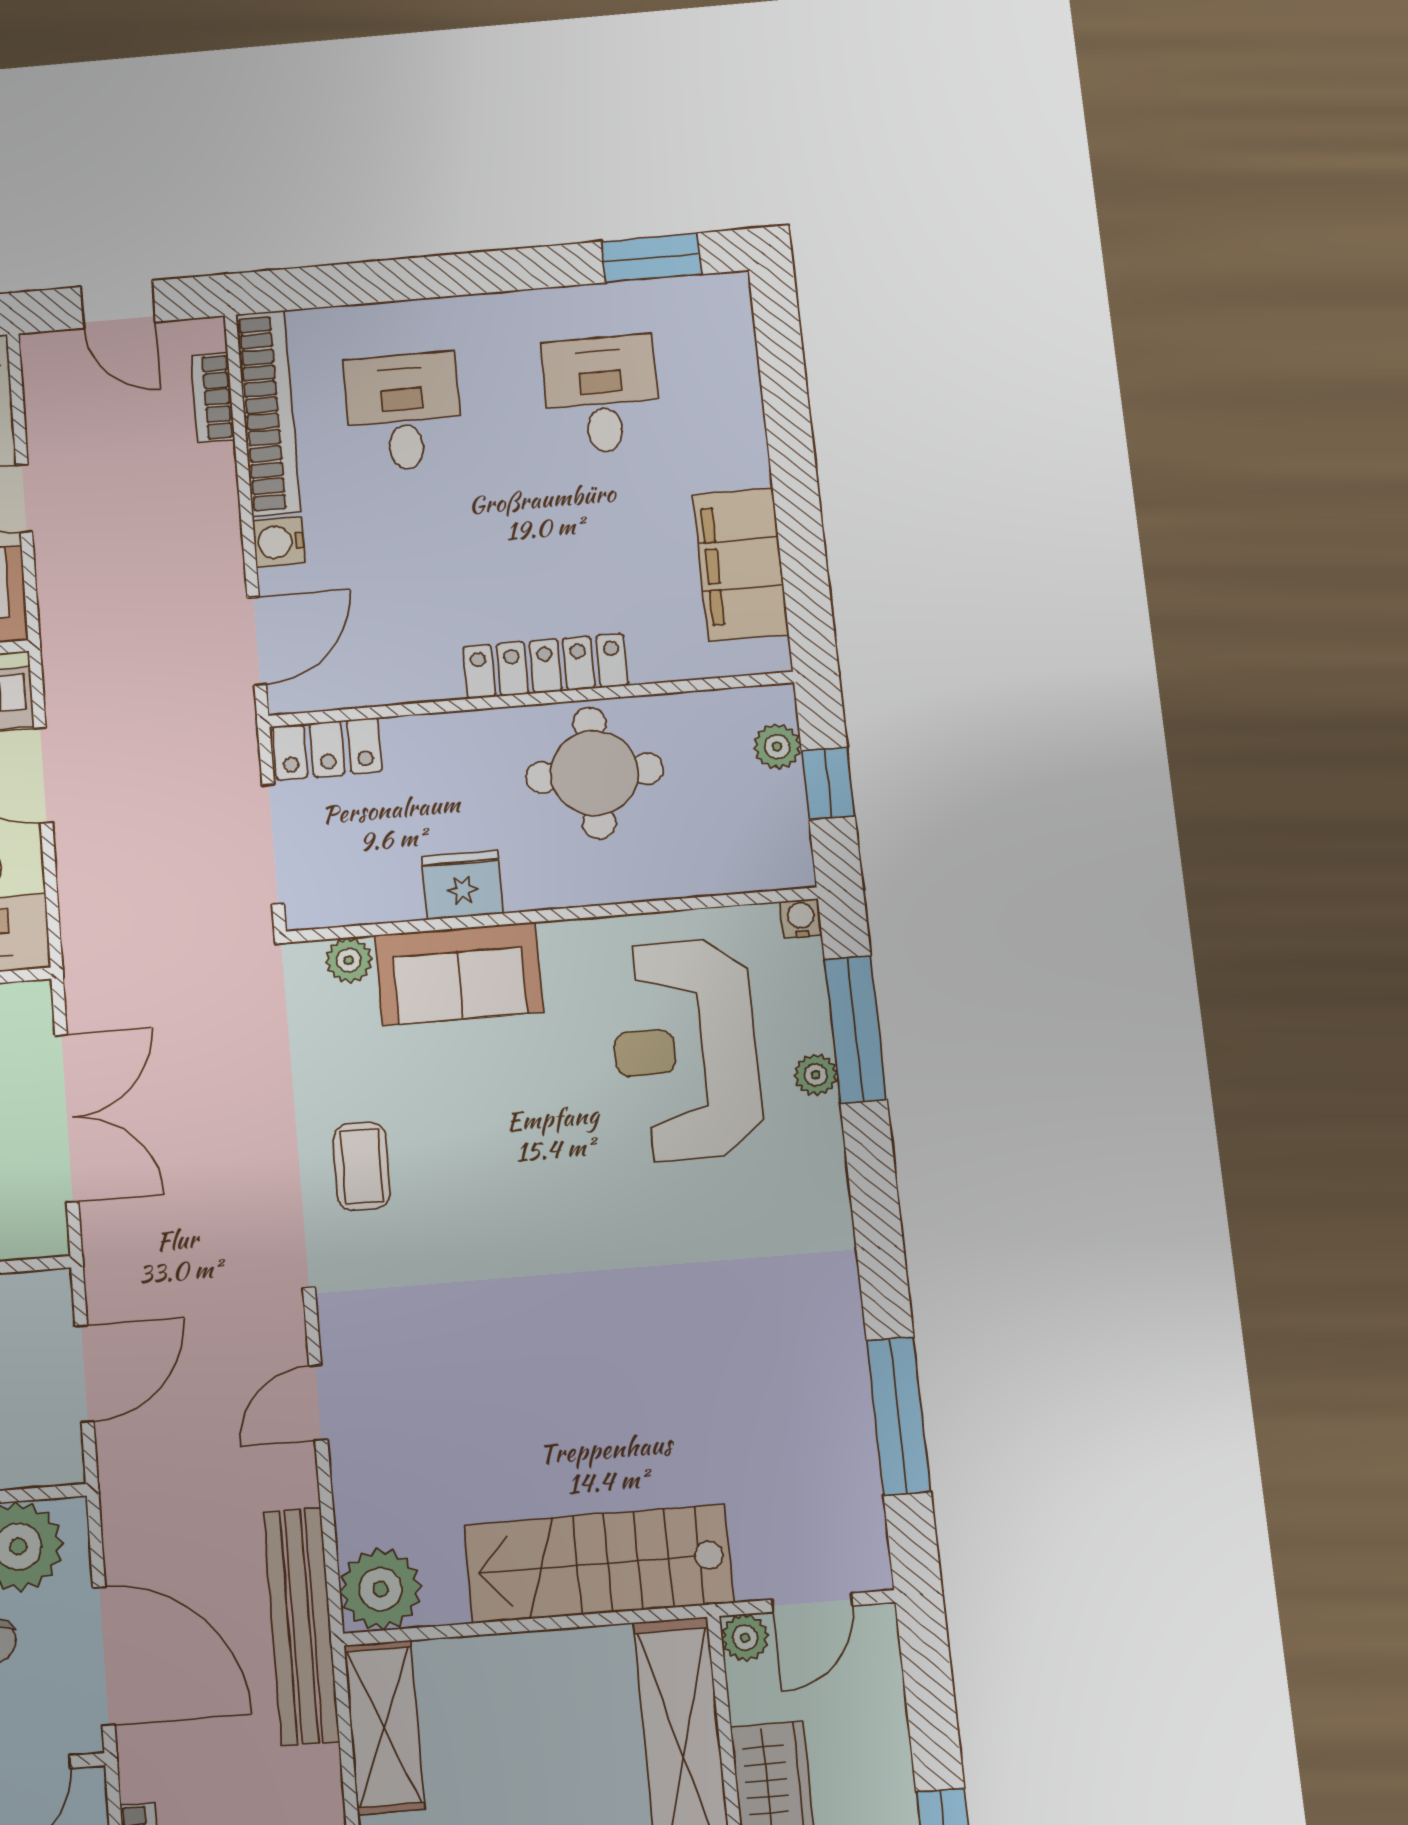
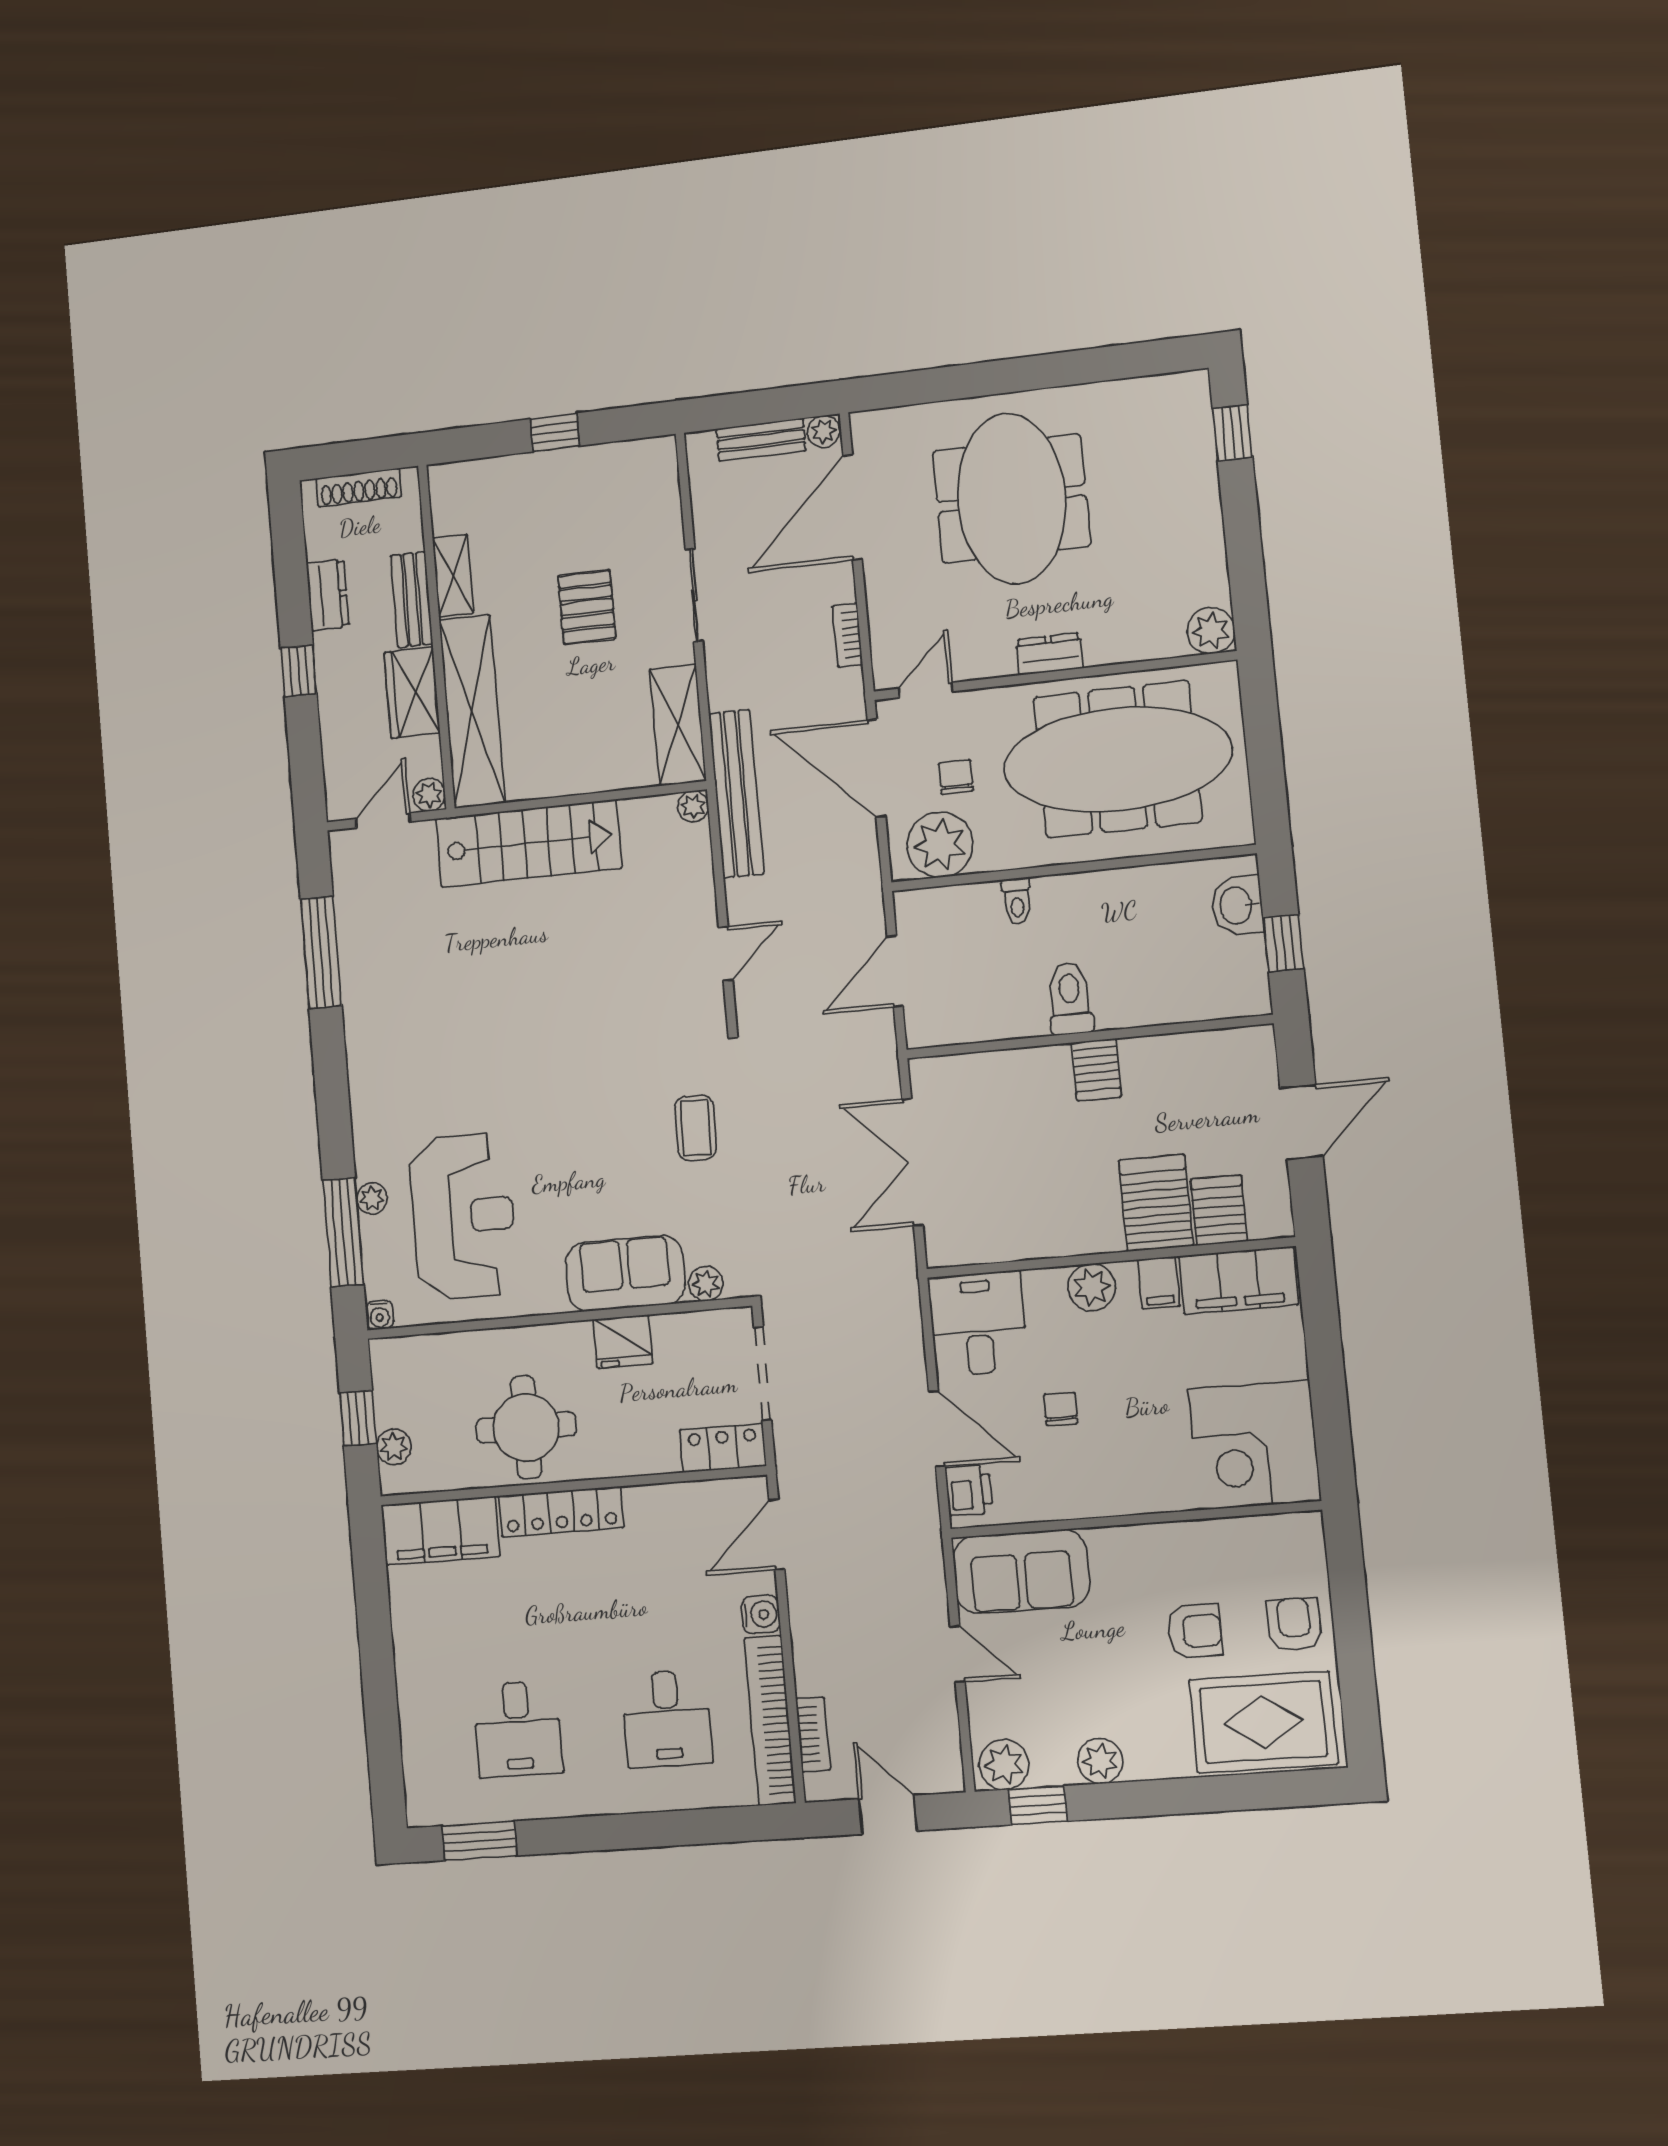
filing cabinet: (741, 564) -> (441, 1531), moved, turned 90
plant: (381, 1589) -> (693, 806), width x0.53, depth x0.53

